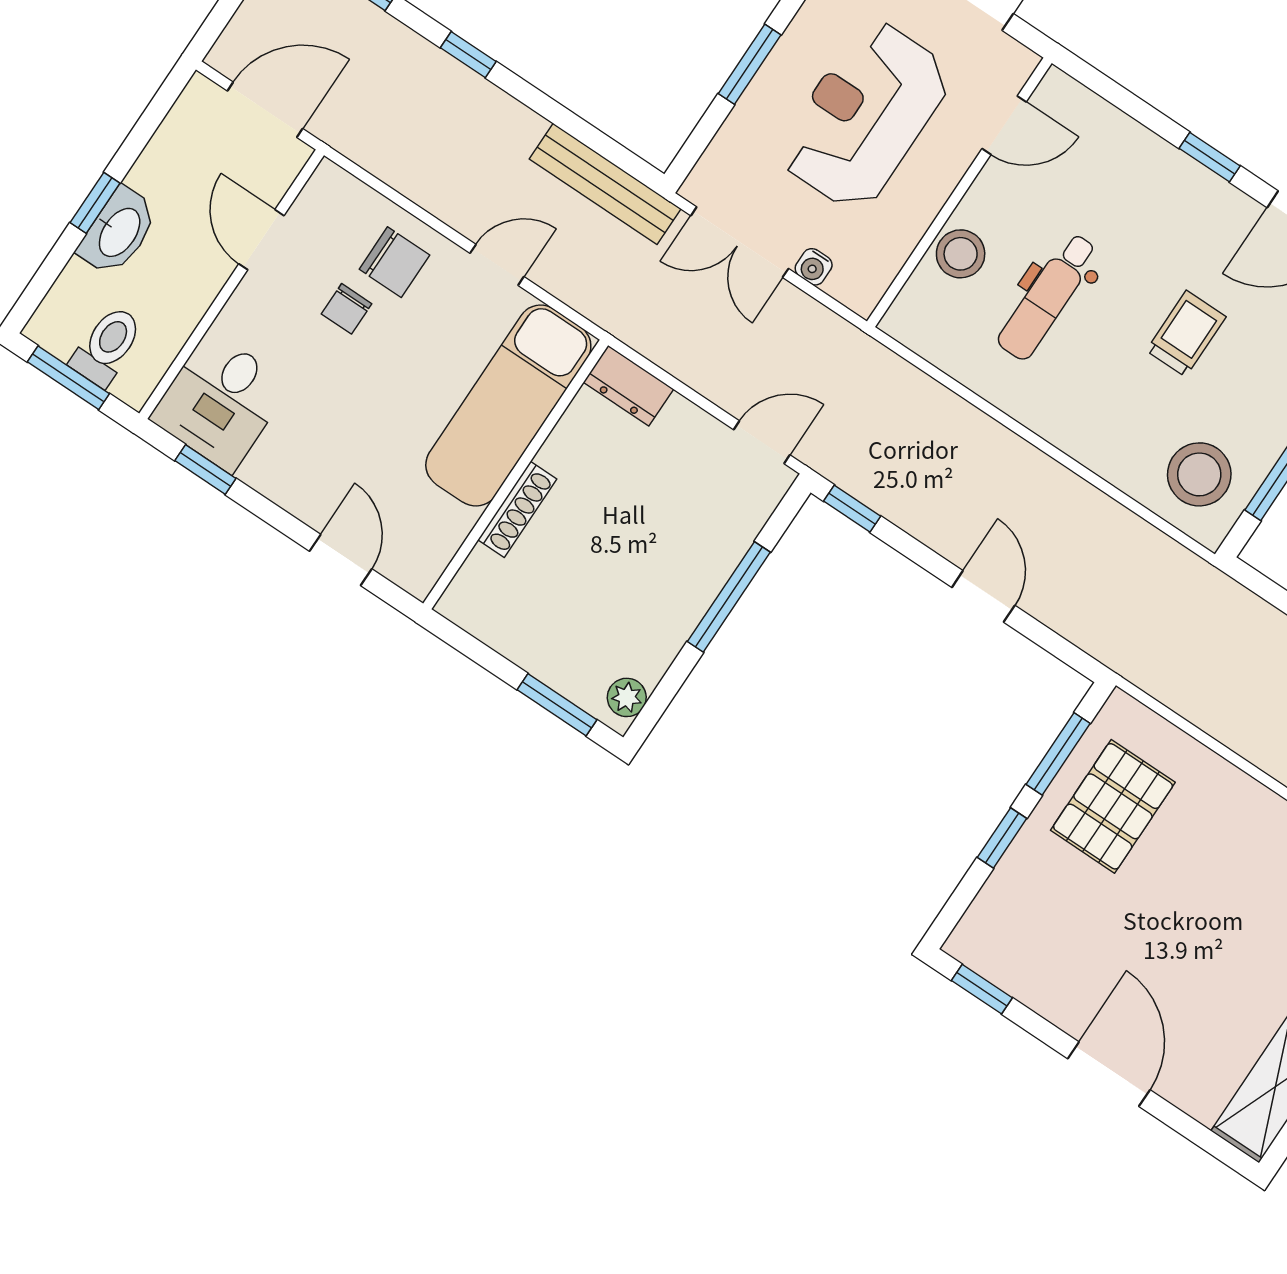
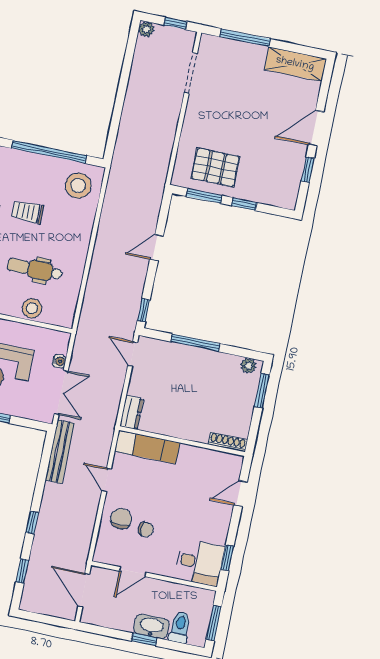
dental chair: (1048, 297) -> (35, 269), turned 180
toilet: (107, 346) -> (180, 627), moved, turned 90
exam couch: (508, 406) -> (147, 447), width x0.73, depth x0.69
shoe rack: (517, 509) -> (228, 442), moved
window: (982, 989) -> (308, 170), moved

